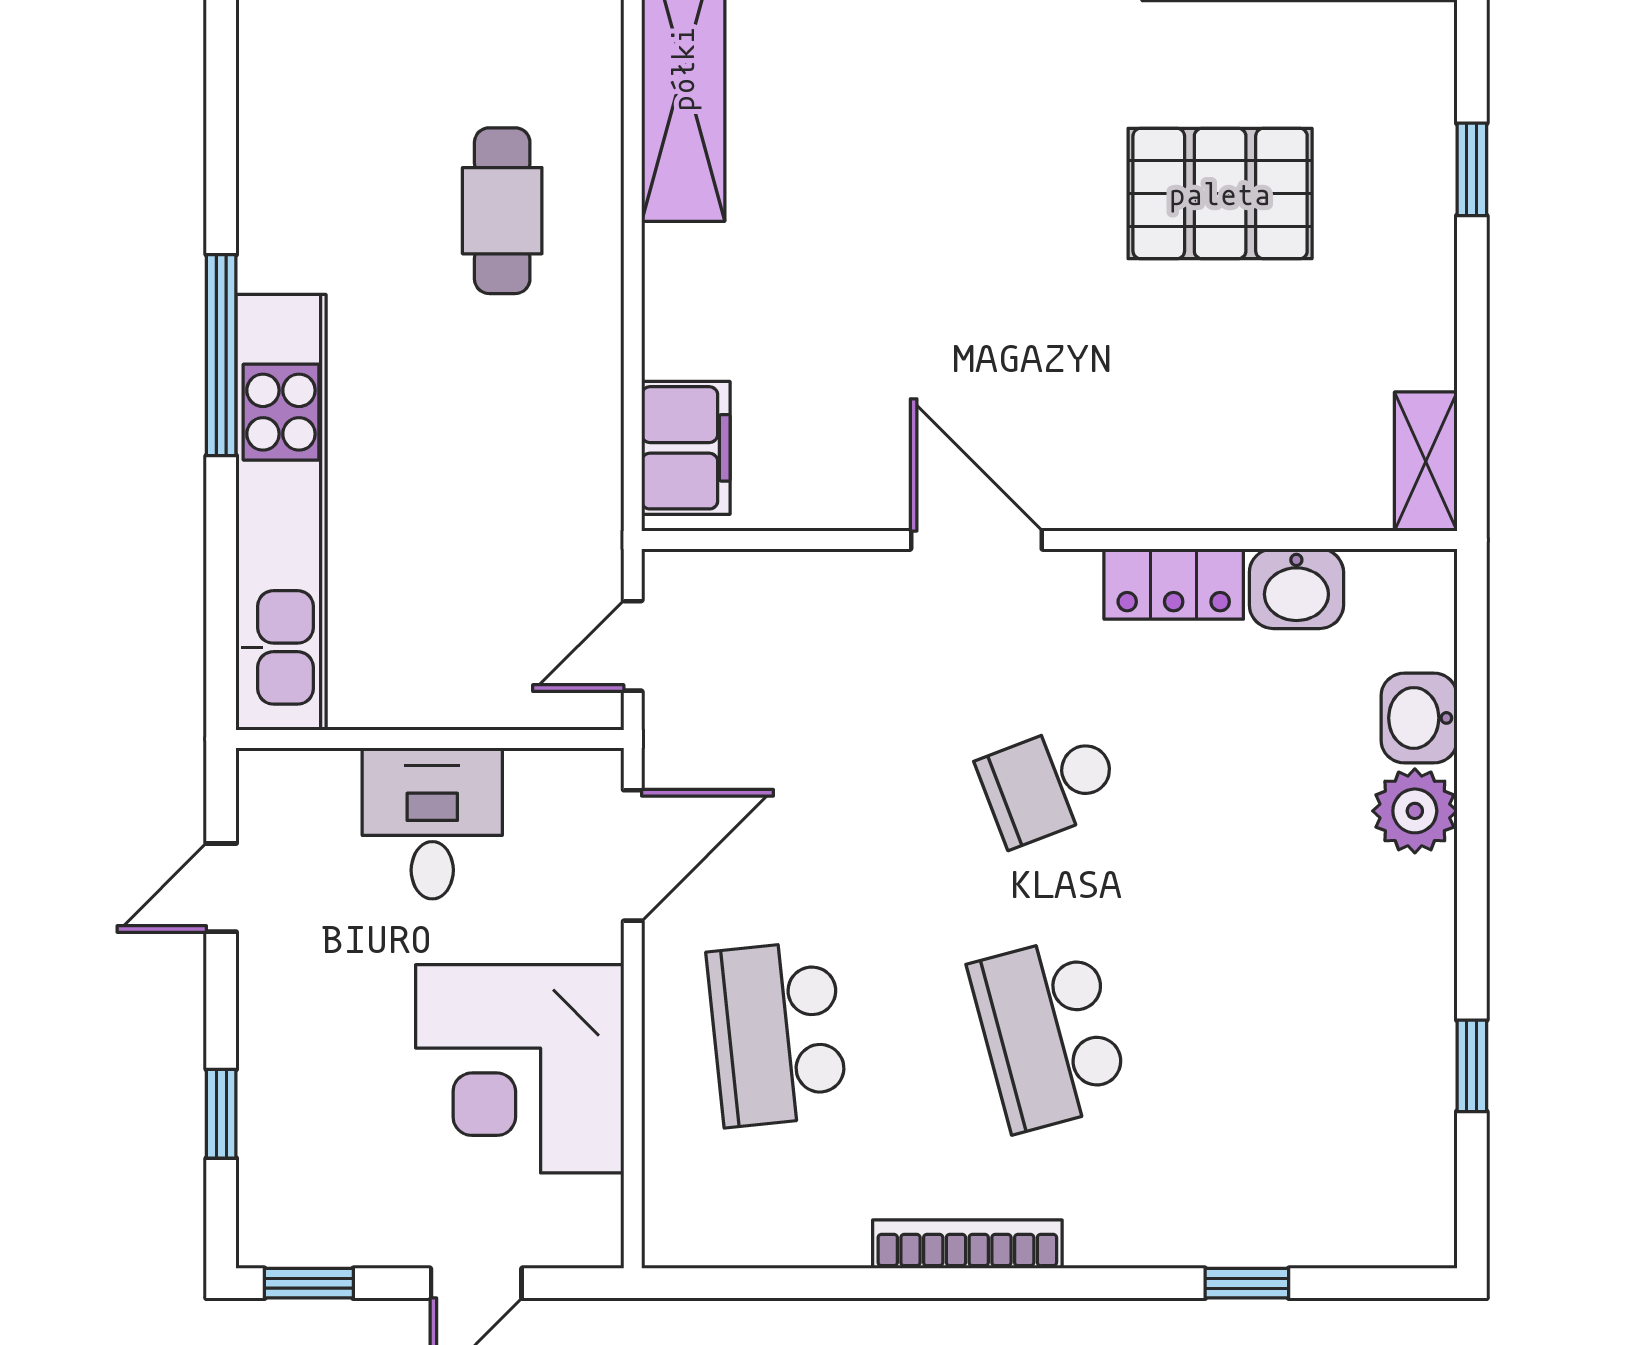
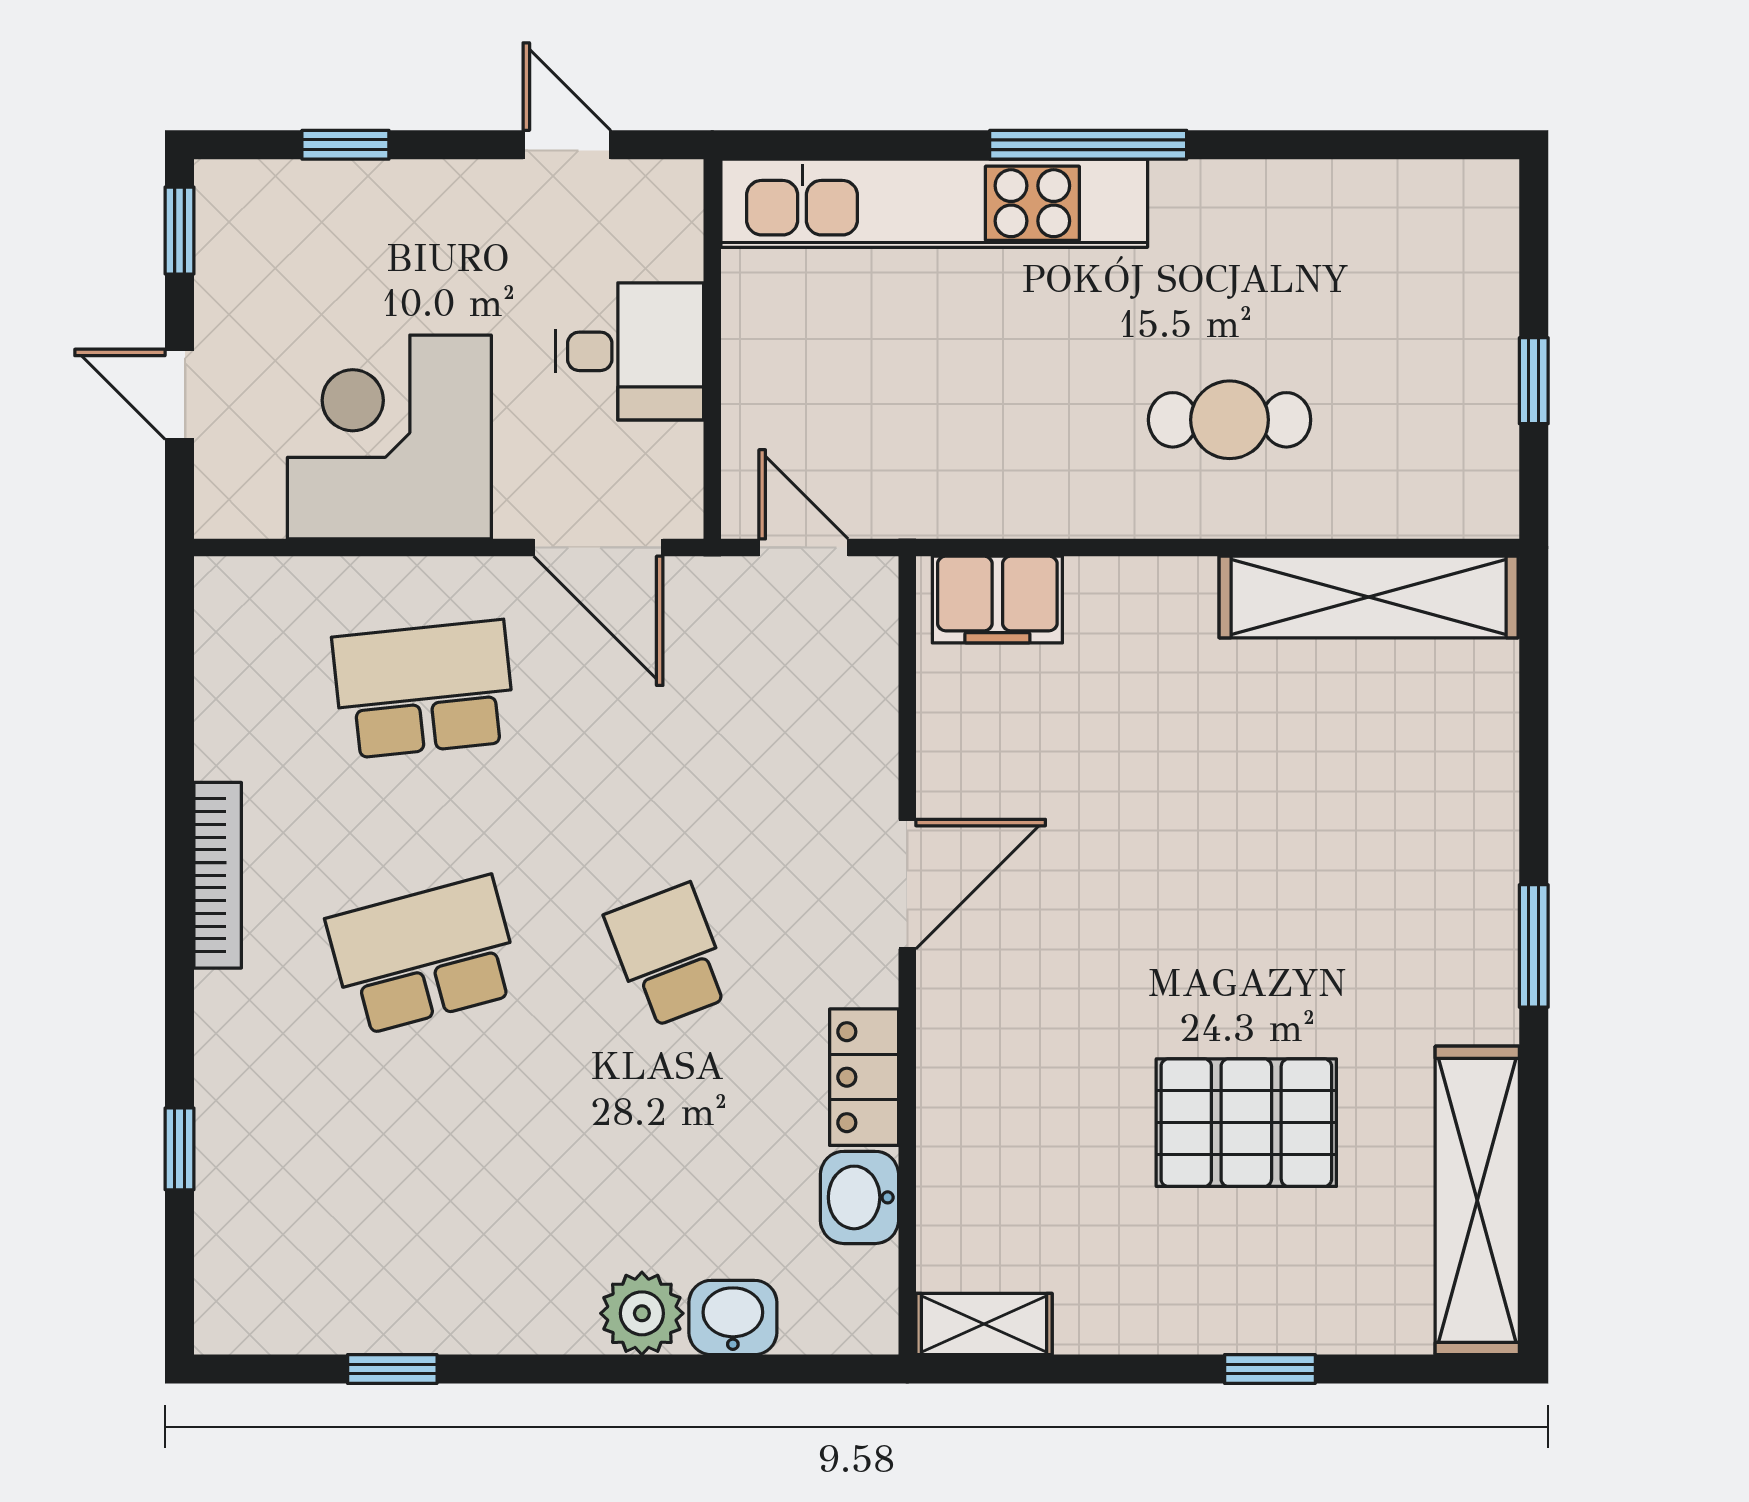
pallet: (1220, 194) -> (1246, 1123), turned 90

